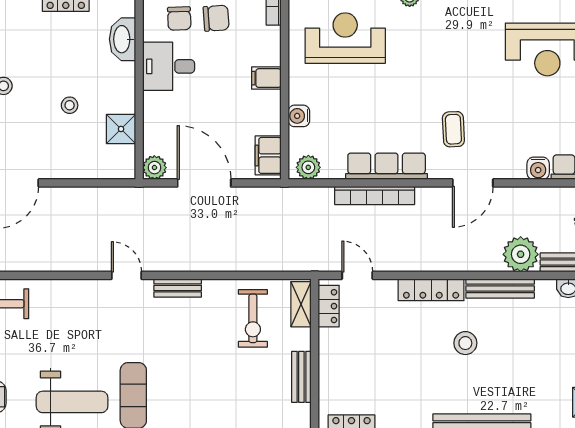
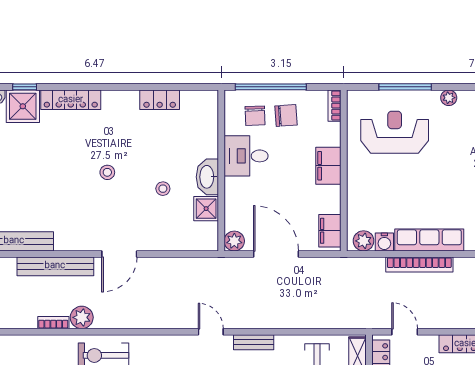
washbasin: (123, 39) -> (207, 177), moved
filing cabinet: (266, 78) -> (328, 166), width x2.00
water cooler: (299, 116) -> (384, 242), moved, turned -90

